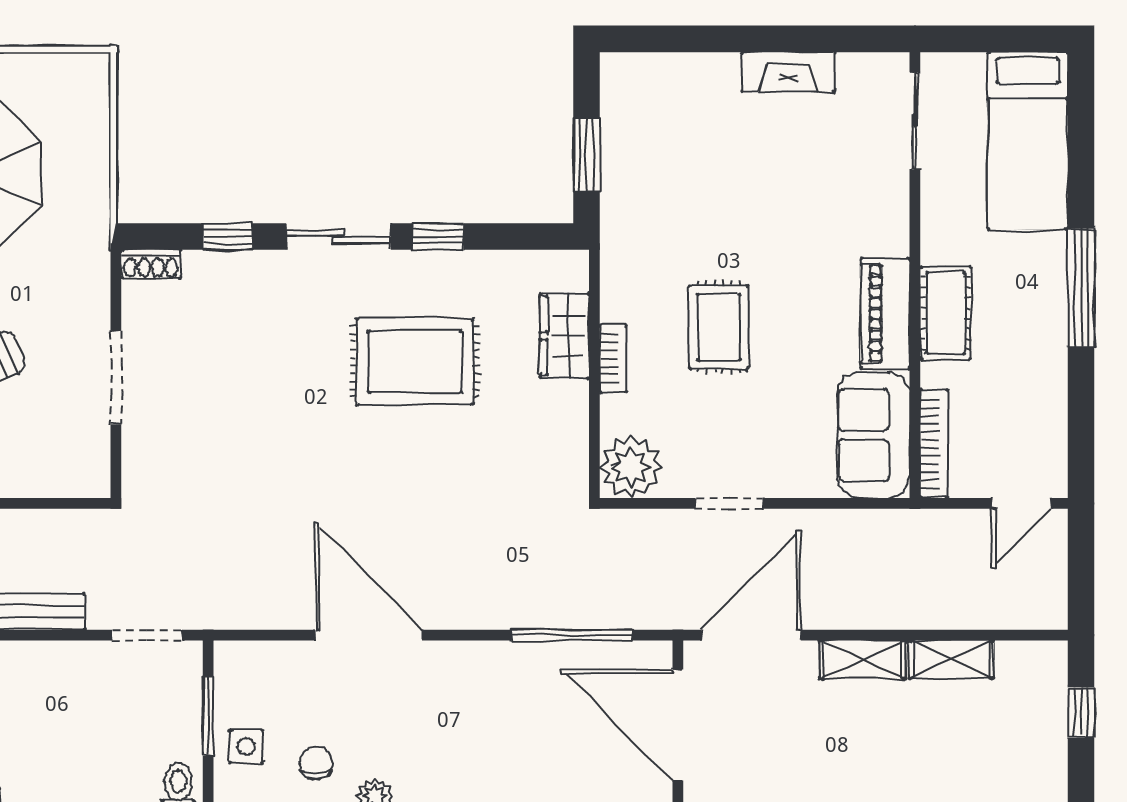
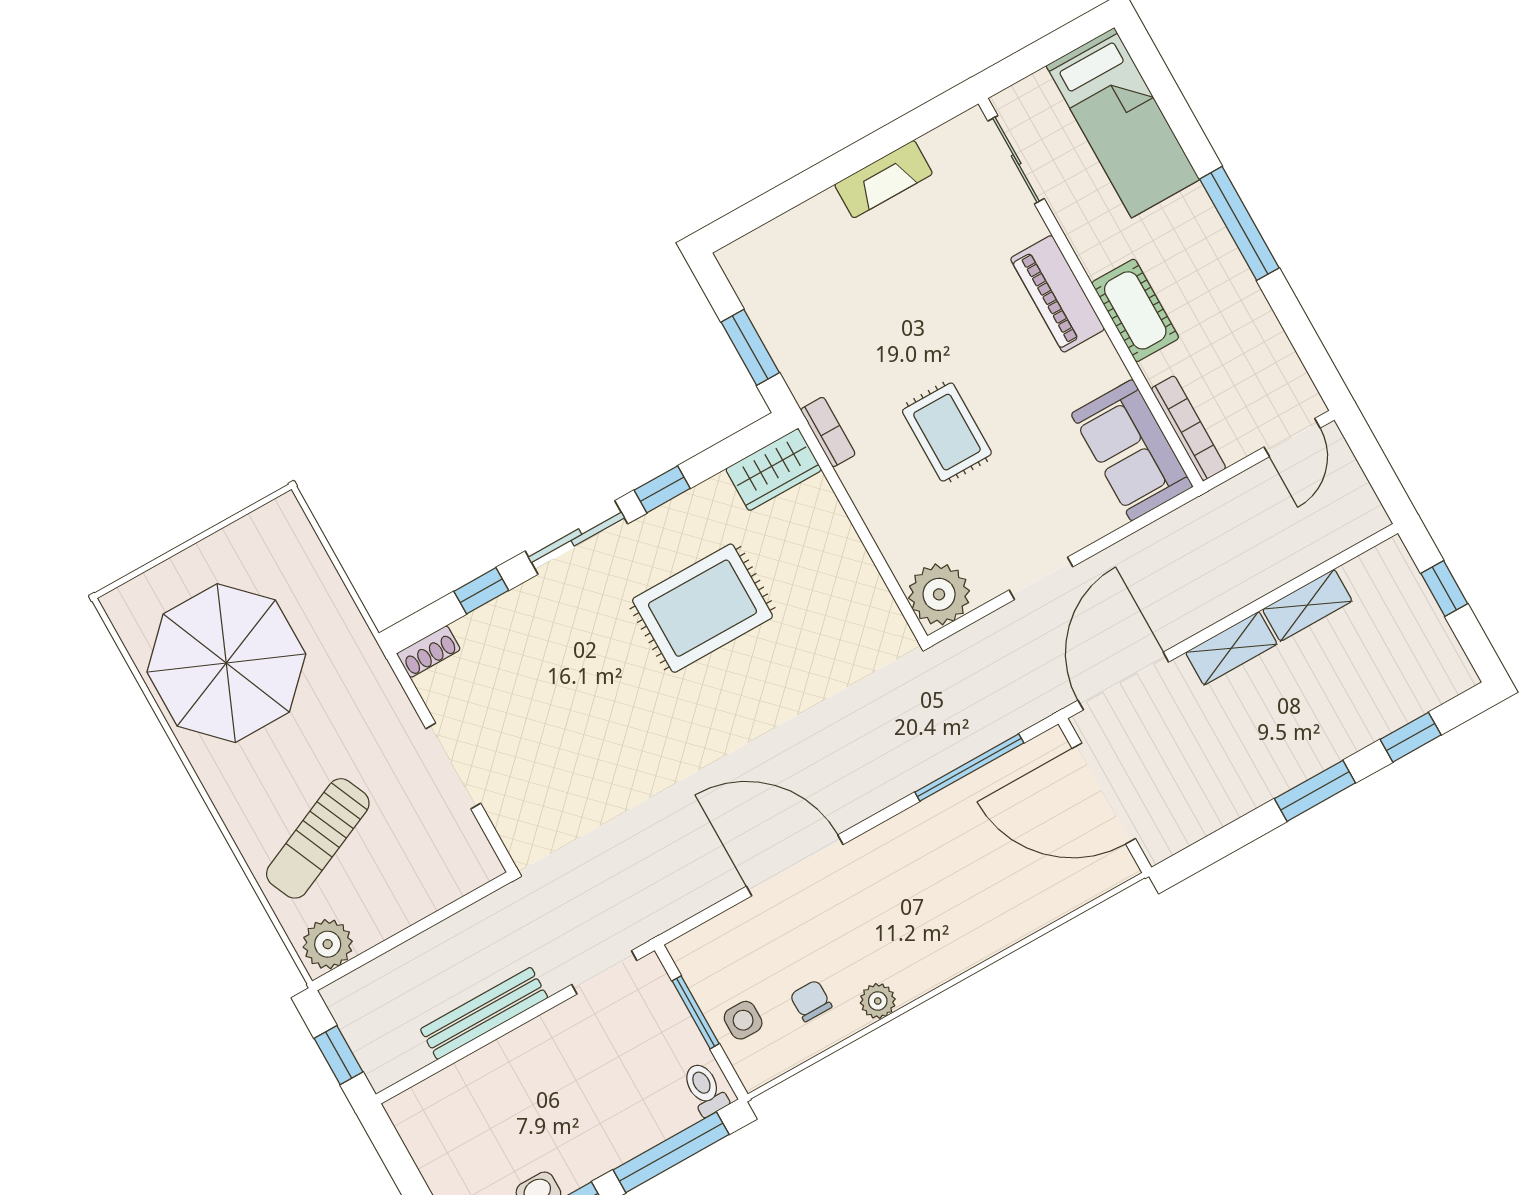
piano: (885, 314) -> (1057, 294), moved
wardrobe: (564, 336) -> (774, 470), moved, turned -90
bookcase: (613, 358) -> (828, 432), moved

